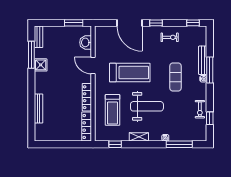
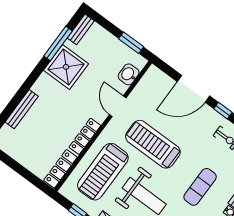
door: (130, 23) -> (193, 89), hinge flipped
shower: (41, 65) -> (66, 67), width x1.86, depth x1.86
treadmill: (130, 73) -> (153, 144), turned 180
treadmill: (112, 110) -> (103, 172), width x1.37, depth x1.37

